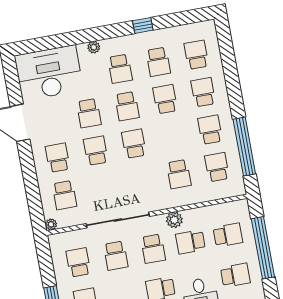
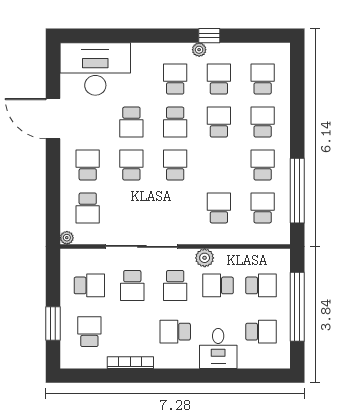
plant: (94, 47) -> (199, 50), moved
school desk: (158, 62) -> (219, 79), turned 180
school desk: (120, 69) -> (175, 79), turned 180
school desk: (179, 174) -> (219, 208), turned 180
school desk: (78, 262) -> (89, 285), turned 90

